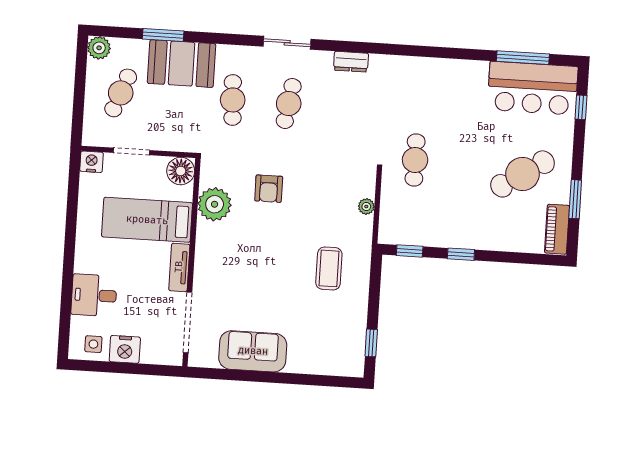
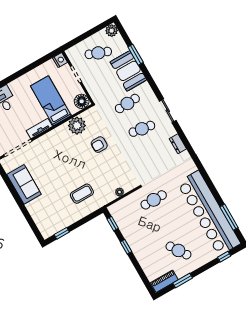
bar counter: (533, 88) -> (209, 213), width x1.86
cafe table: (523, 174) -> (178, 250), width x0.73, depth x0.74

